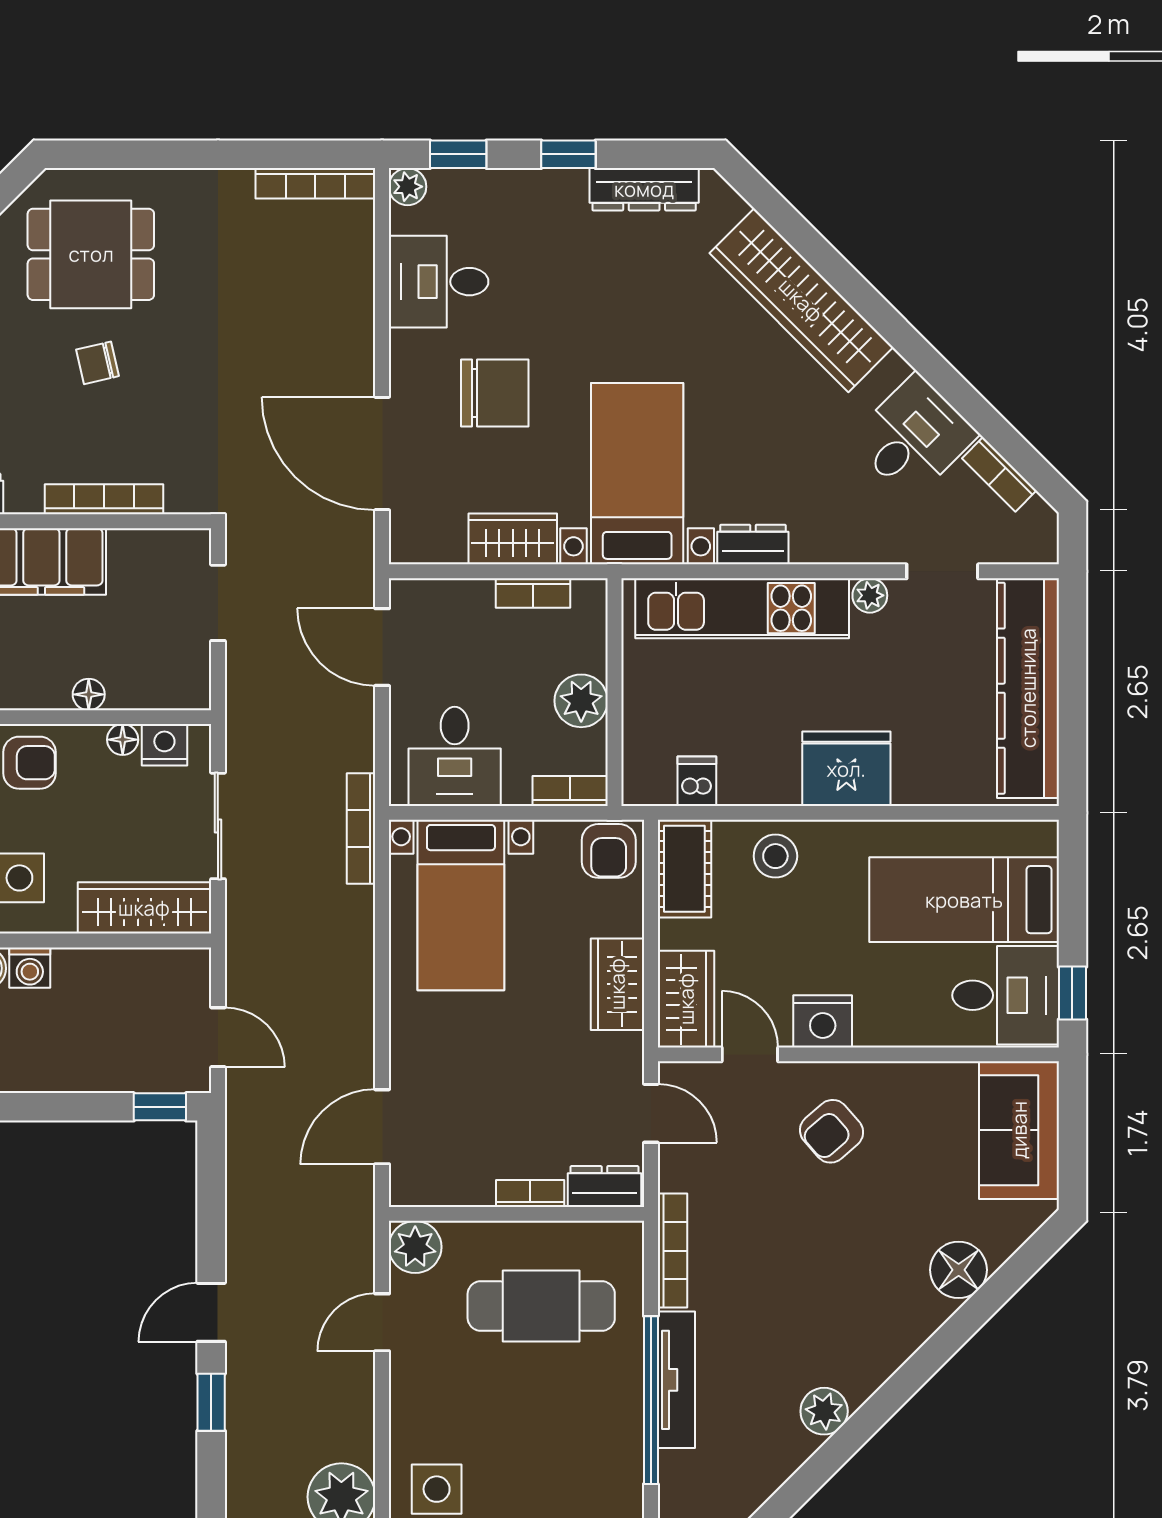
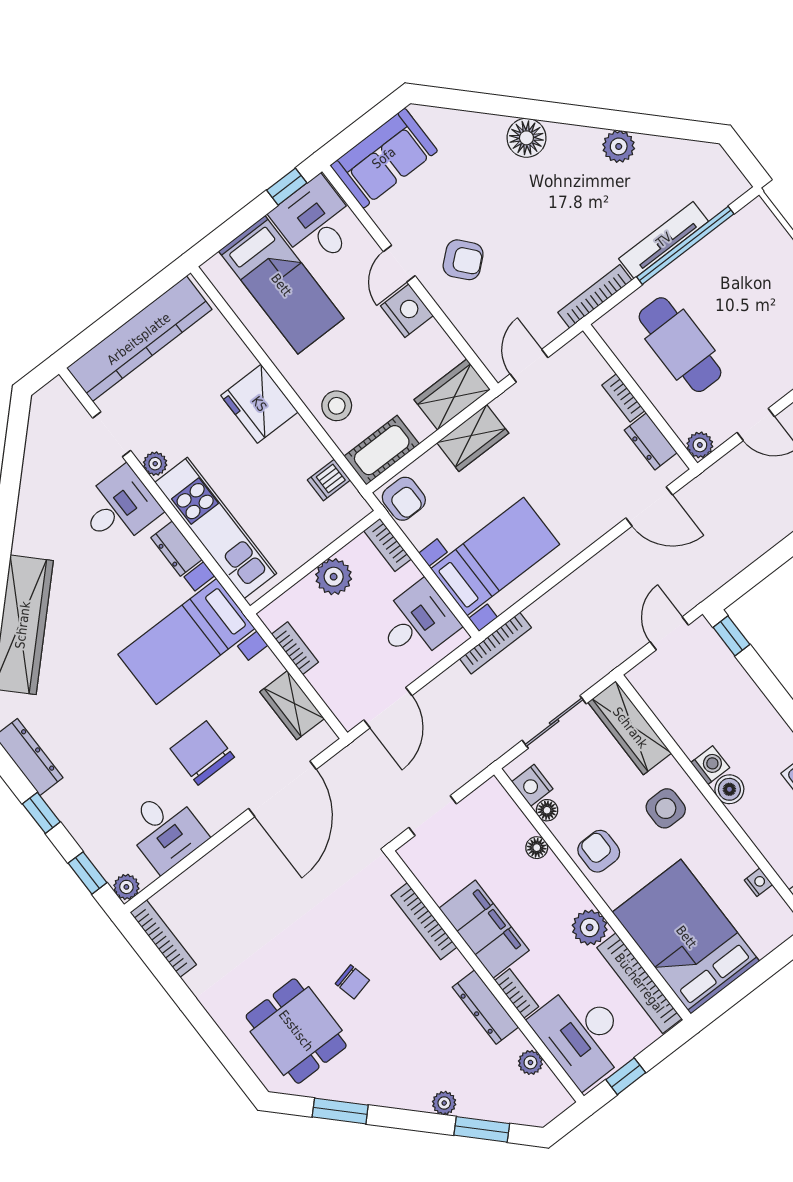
desk: (914, 437) -> (119, 507), moved, turned 135
bookcase: (999, 474) -> (35, 444), removed
wardrobe: (513, 539) -> (292, 705), moved
armchair: (609, 851) -> (404, 499), turned 90
door: (750, 1054) -> (399, 264), moved
dresser: (604, 1186) -> (651, 441), moved
plant: (415, 1247) -> (700, 445), width x0.73, depth x0.73
floor lamp: (959, 1270) -> (526, 138), moved

